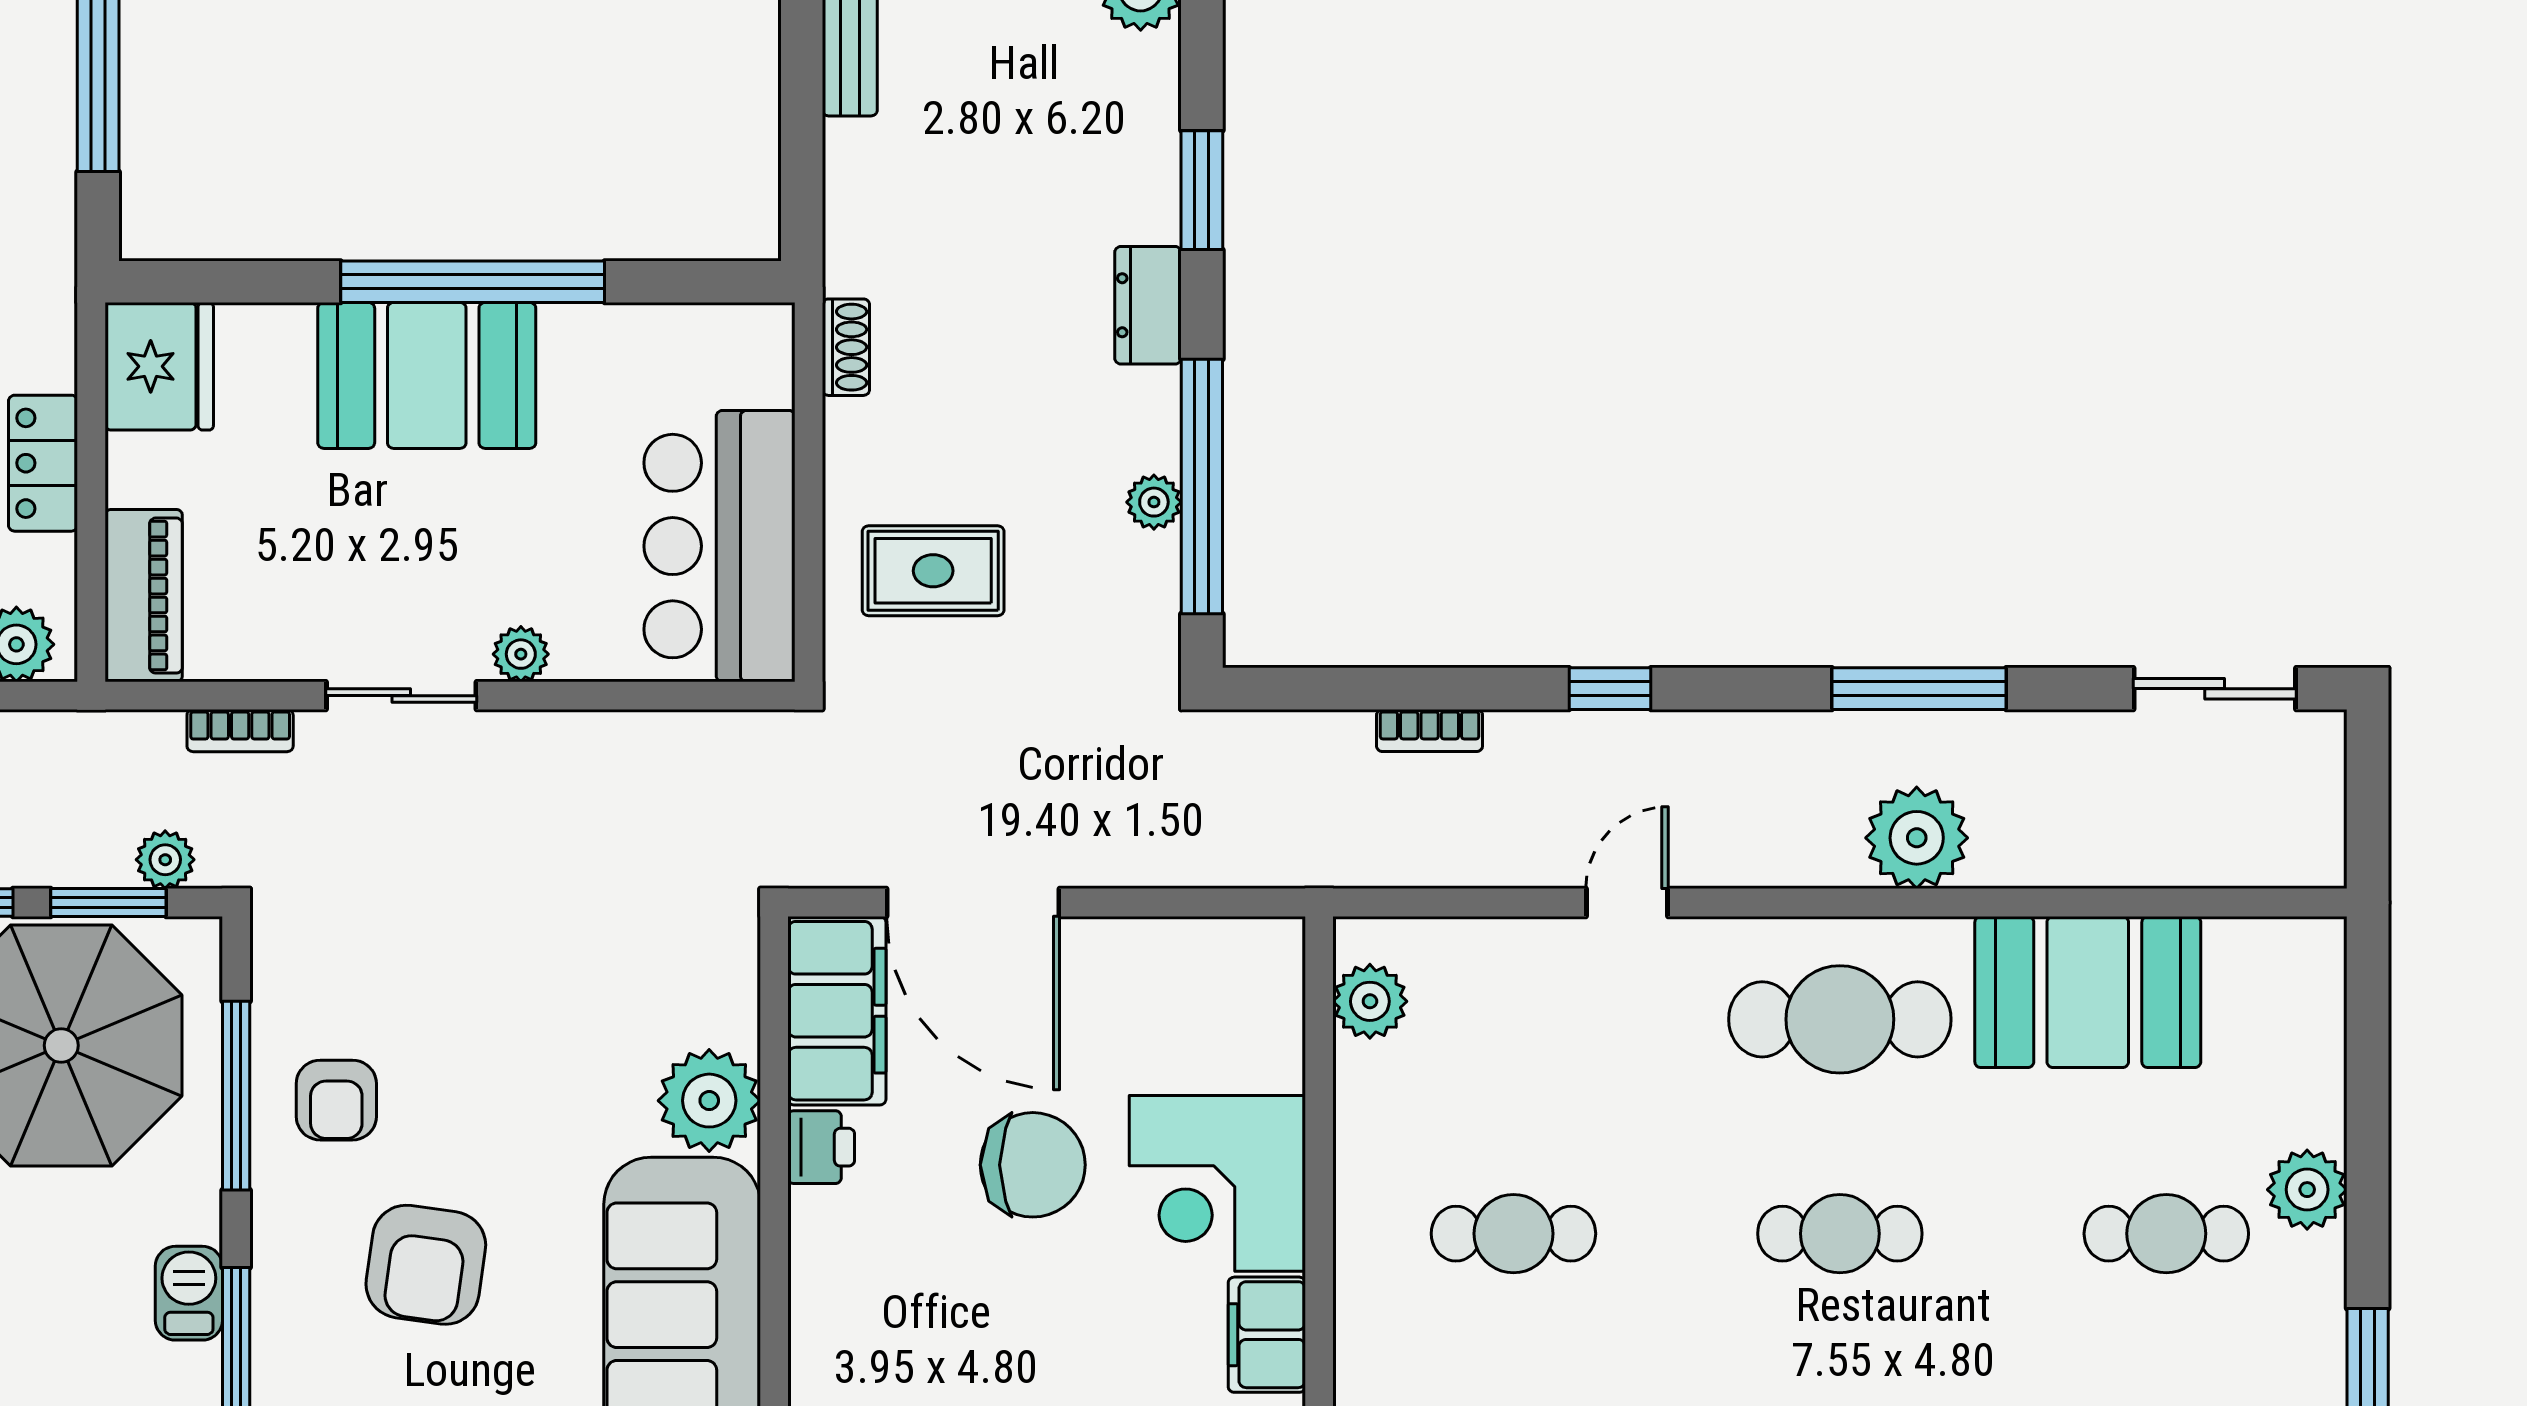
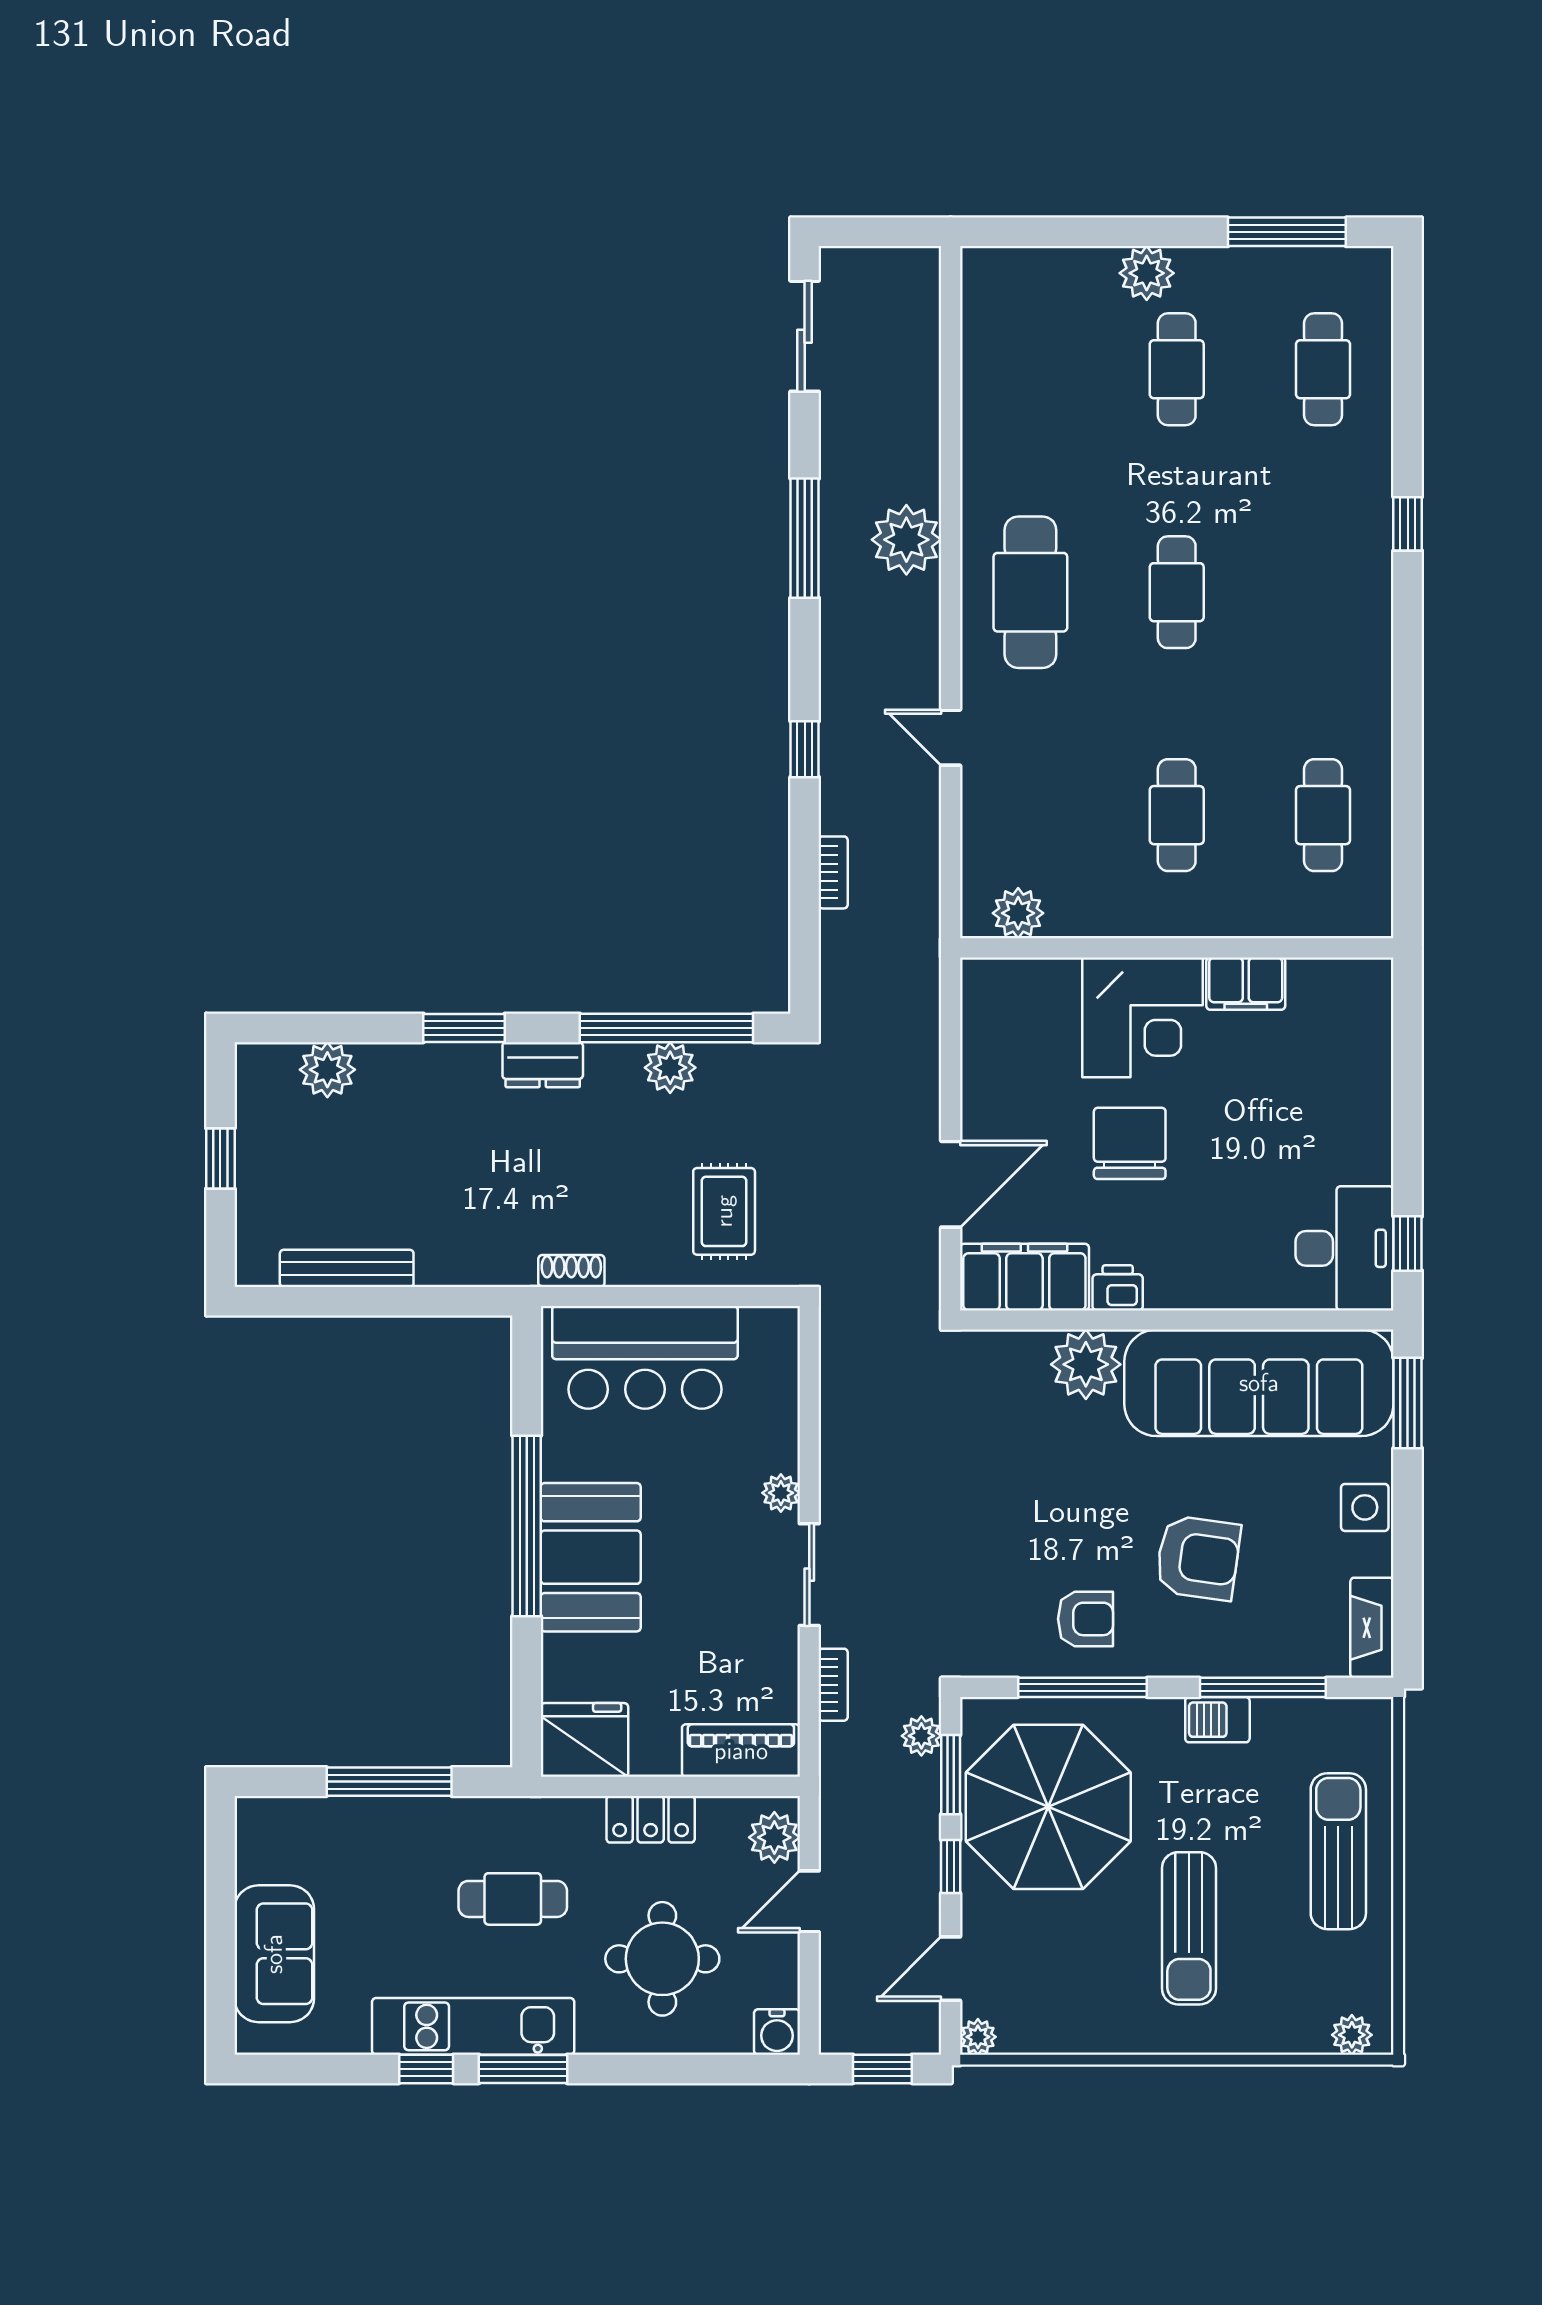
plant: (1154, 502) -> (670, 1068), width x1.38, depth x1.38
bar counter: (719, 546) -> (645, 1357), moved
door: (973, 903) -> (951, 1184), width x0.73
booth: (2088, 992) -> (1012, 423), removed

